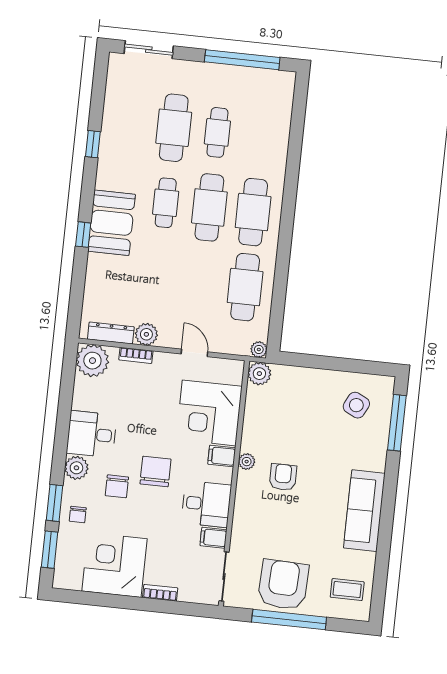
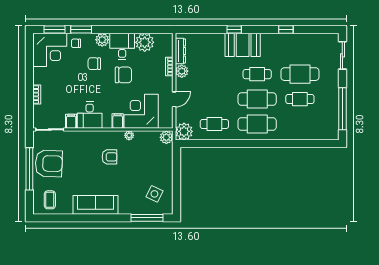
cafe table: (245, 287) -> (214, 124), width x0.73, depth x0.74
plant: (259, 349) -> (184, 131), width x1.88, depth x1.88
plant: (92, 361) -> (145, 42), moved
plant: (247, 462) -> (129, 135), moved
chair: (155, 471) -> (123, 75), moved
corner desk: (115, 565) -> (50, 50), moved, turned 90

